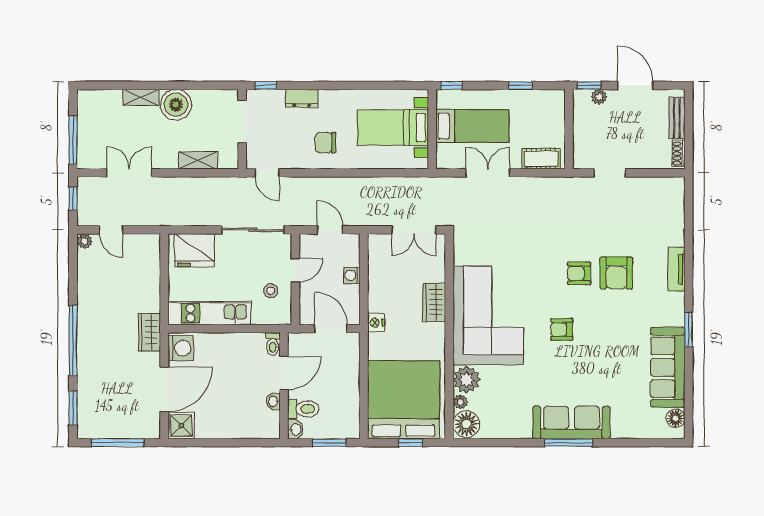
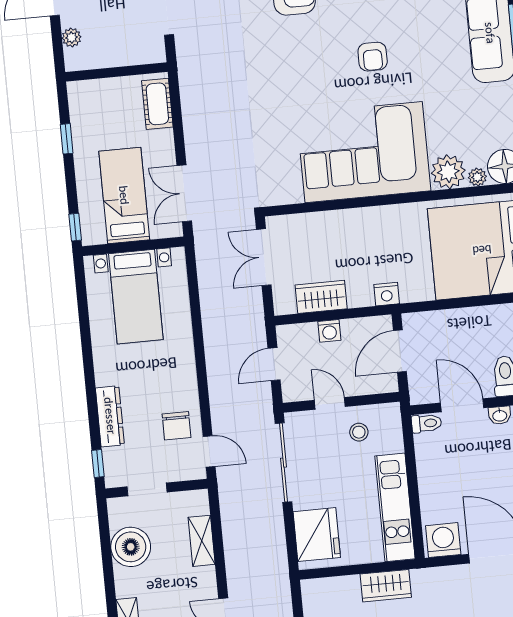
window: (589, 85) -> (58, 52), removed
dresser: (302, 98) -> (110, 416), width x1.44
boiler: (176, 105) -> (131, 547), moved
doorway: (242, 122) -> (147, 489), width x0.73
chair: (325, 143) -> (177, 426), moved
door: (267, 173) -> (209, 451), hinge flipped
double door: (488, 173) -> (184, 193), moved
double door: (414, 230) -> (264, 257), swing flipped
armchair: (579, 273) -> (299, 41), removed
wardrobe: (434, 302) -> (321, 297), moved, turned 180
wardrobe: (149, 332) -> (386, 586), moved

